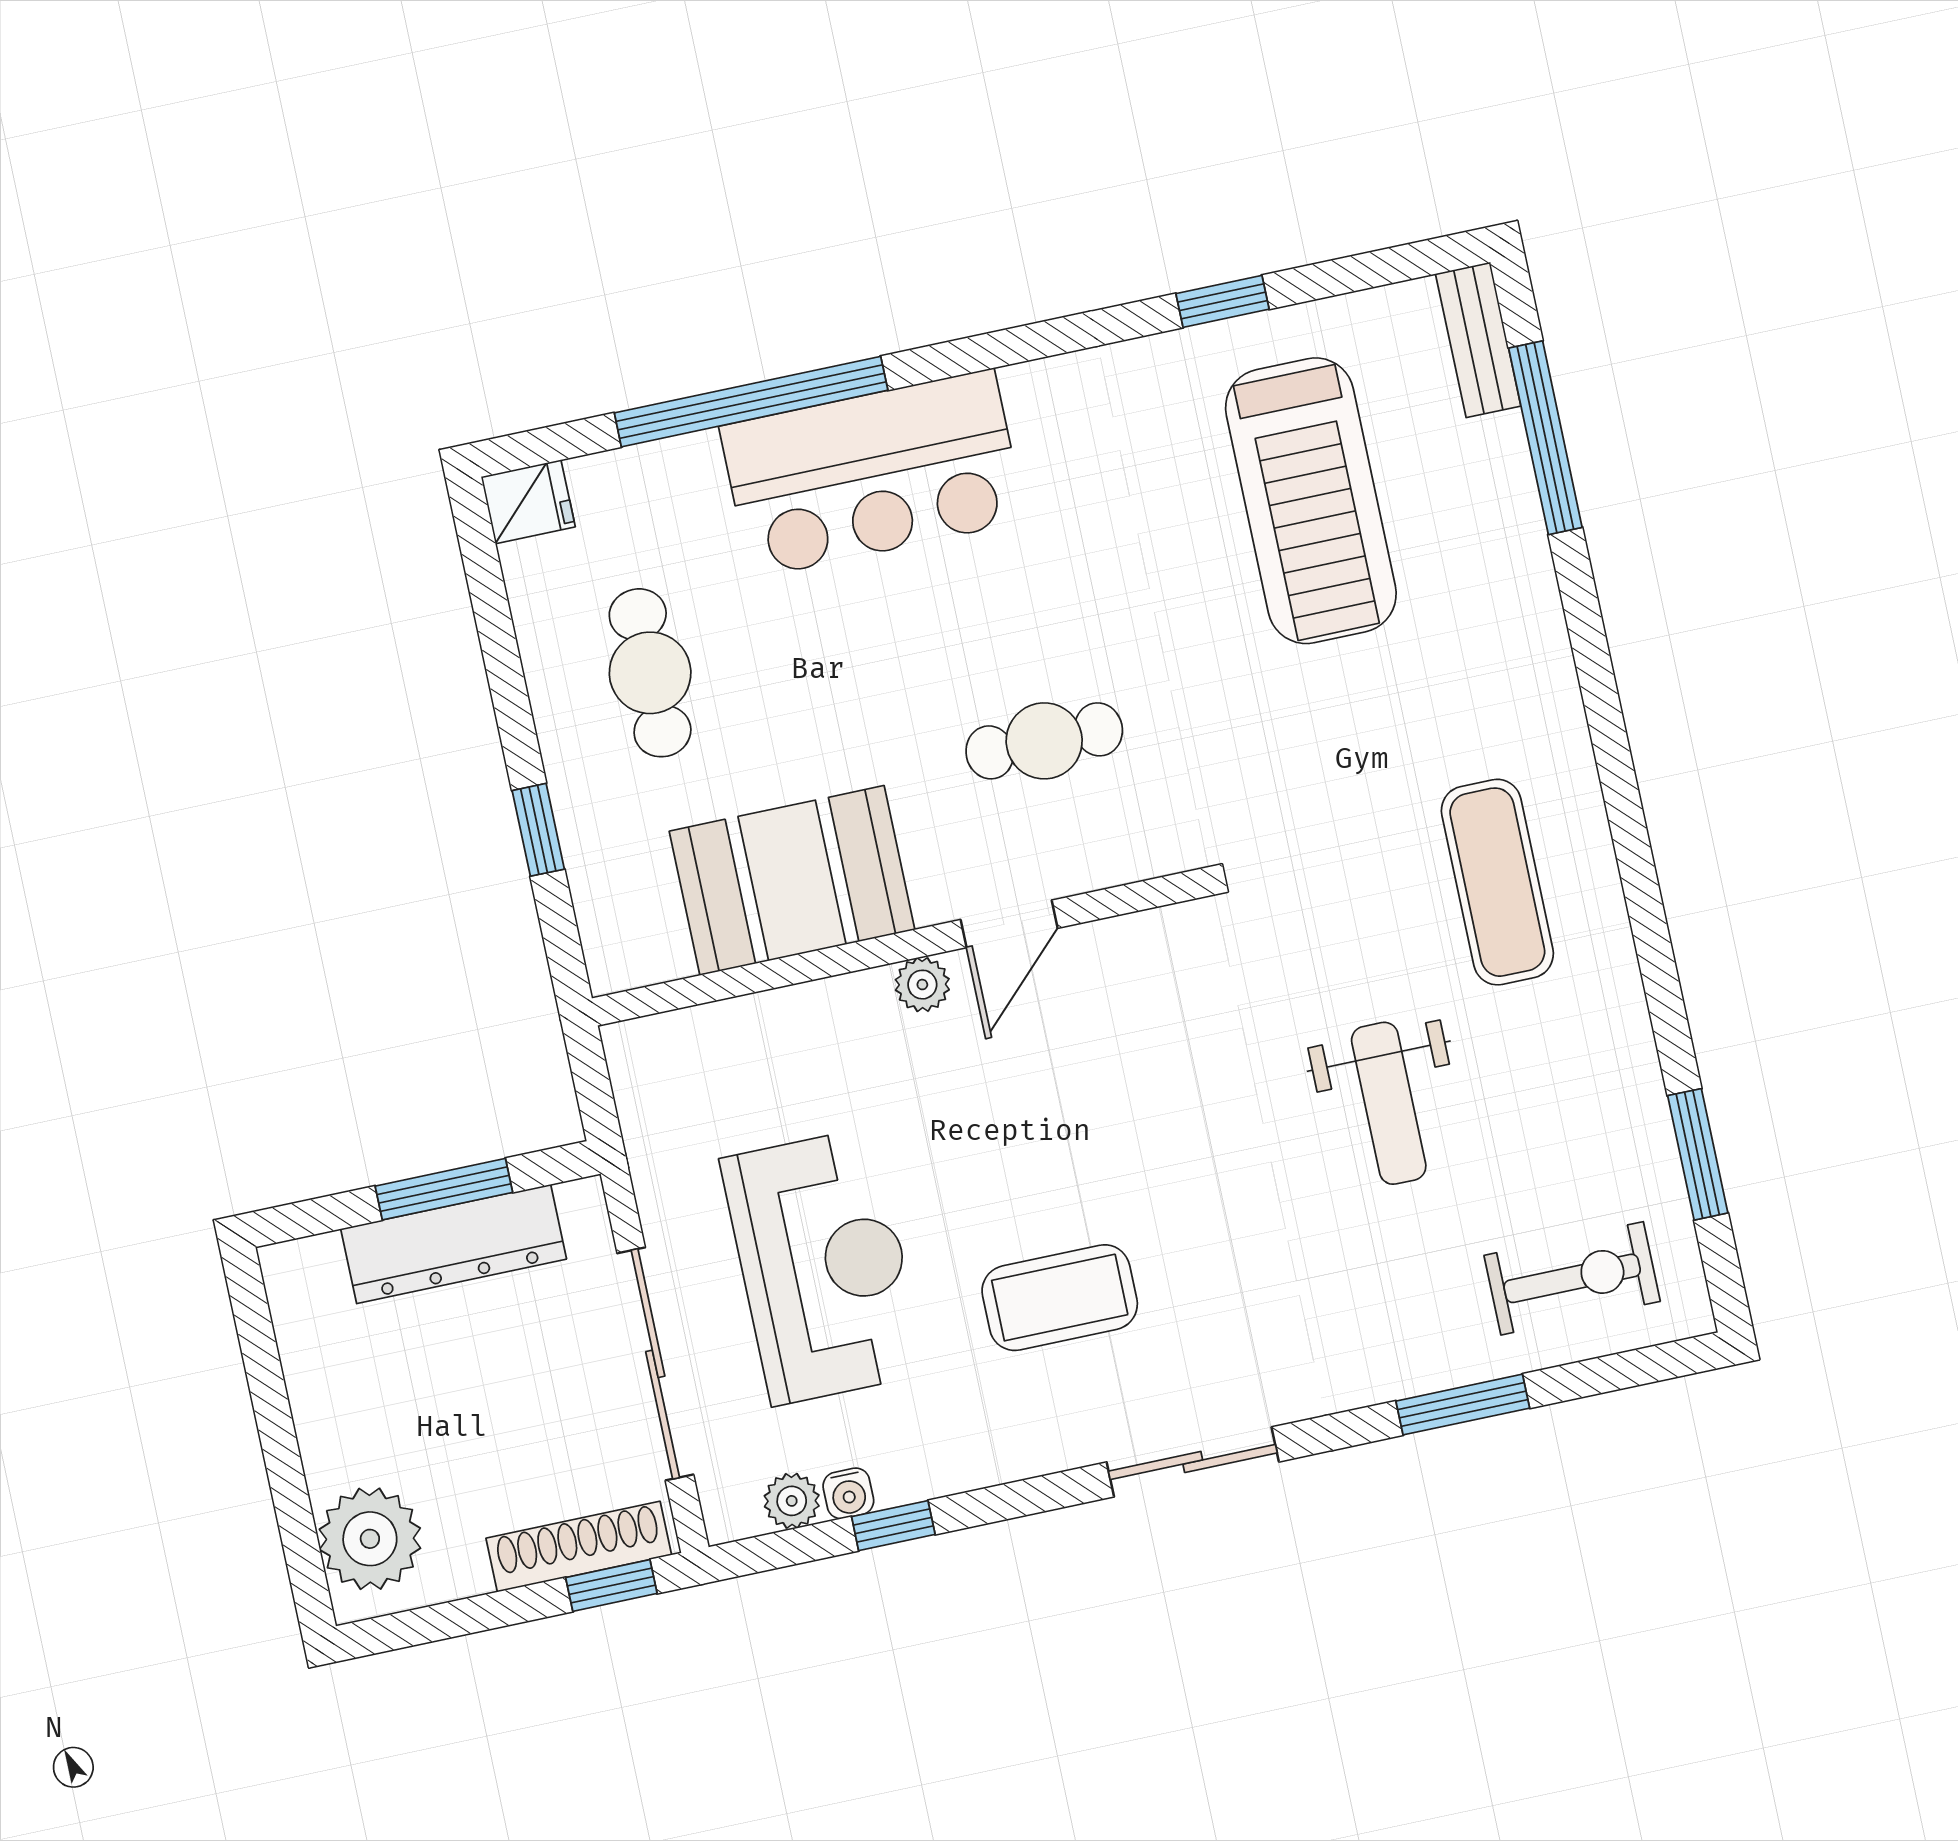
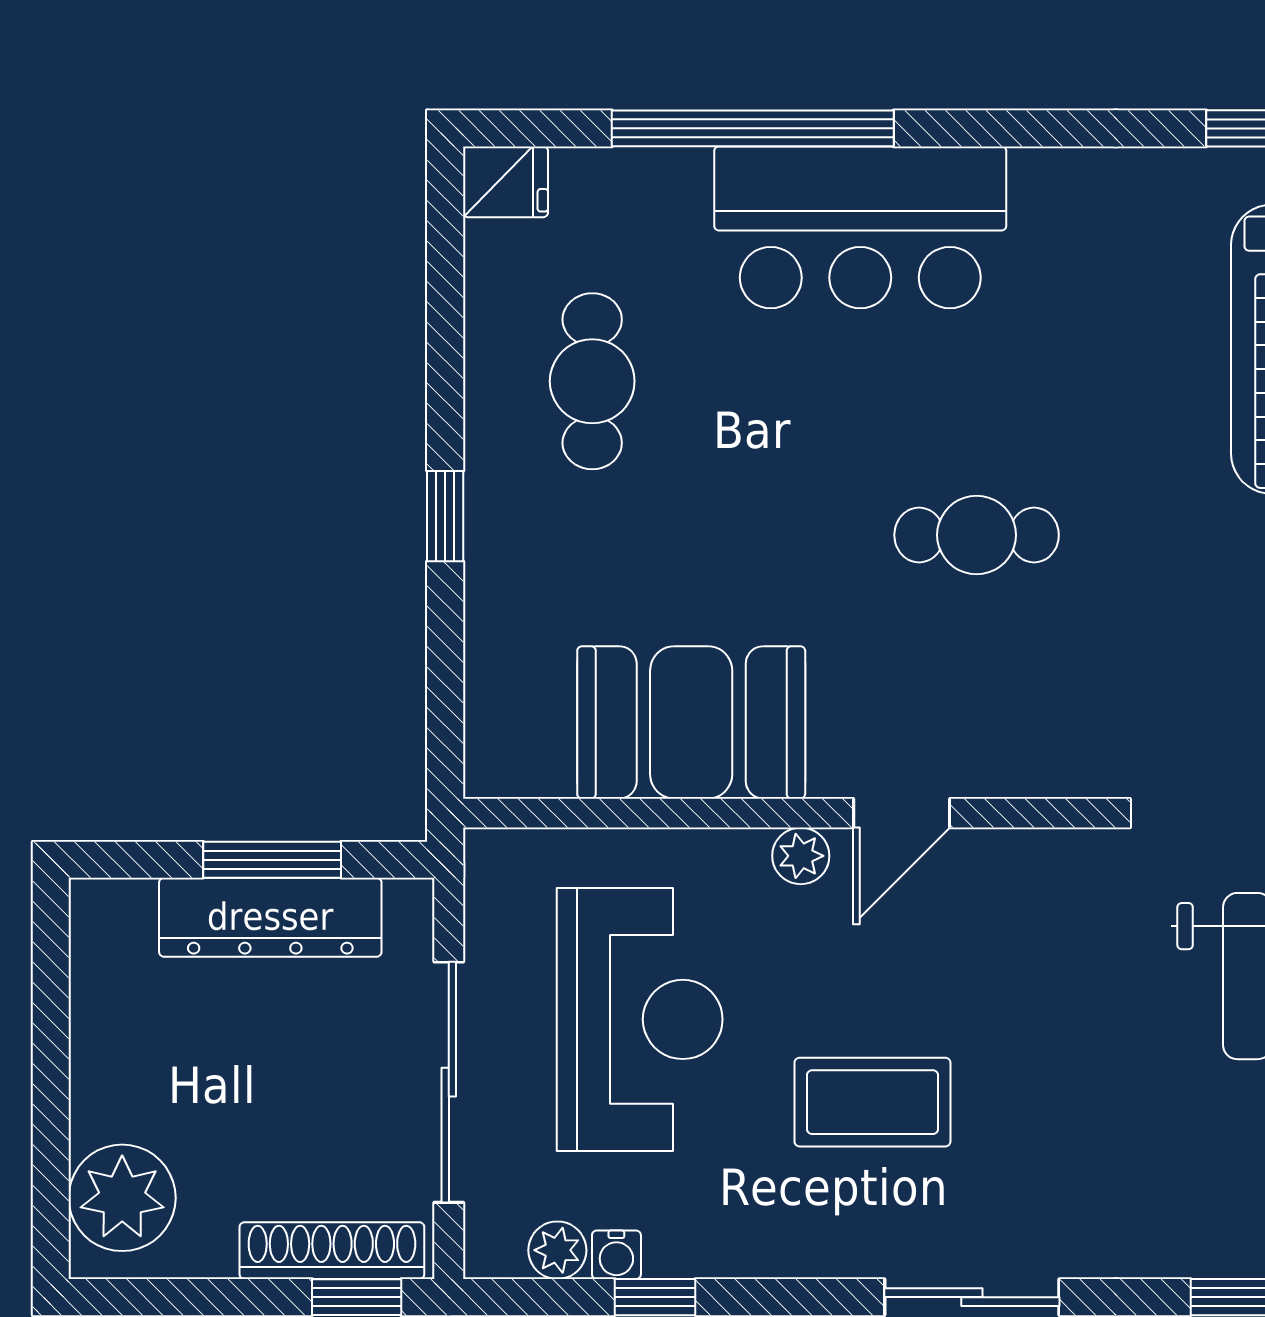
booth: (792, 880) -> (691, 722), moved
door: (1009, 924) -> (902, 813), moved
wall: (896, 948) -> (782, 813), moved
plant: (922, 985) -> (801, 856), moved

